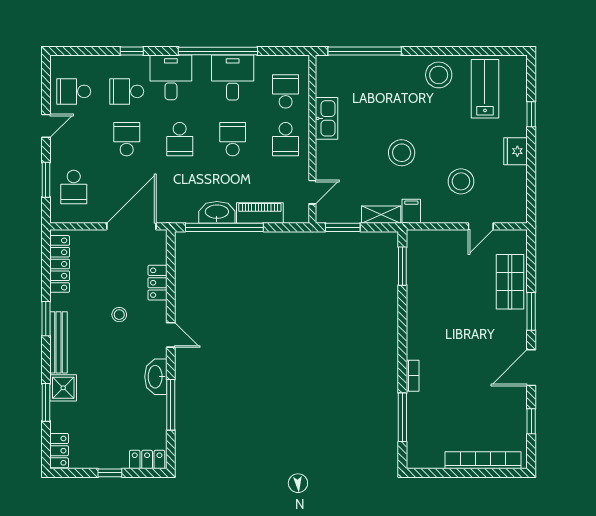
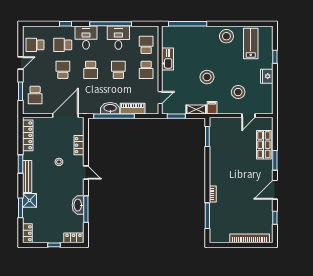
washbasin: (156, 377) -> (78, 205), moved

